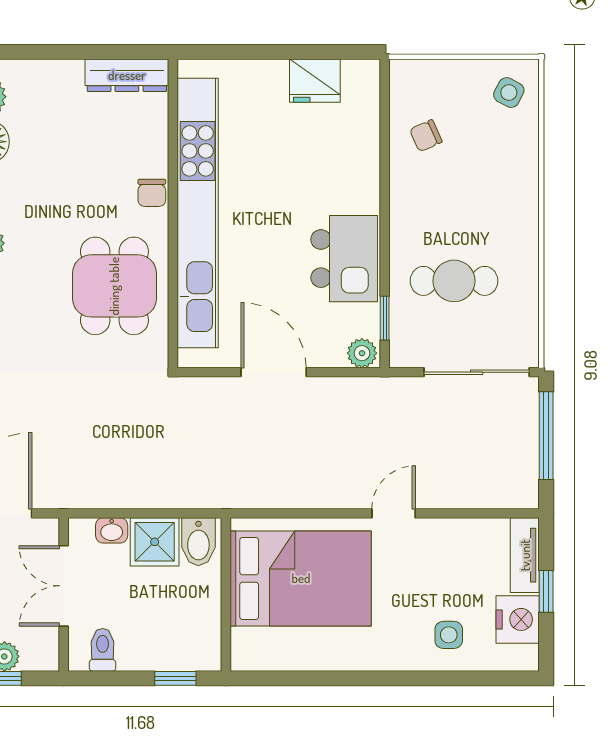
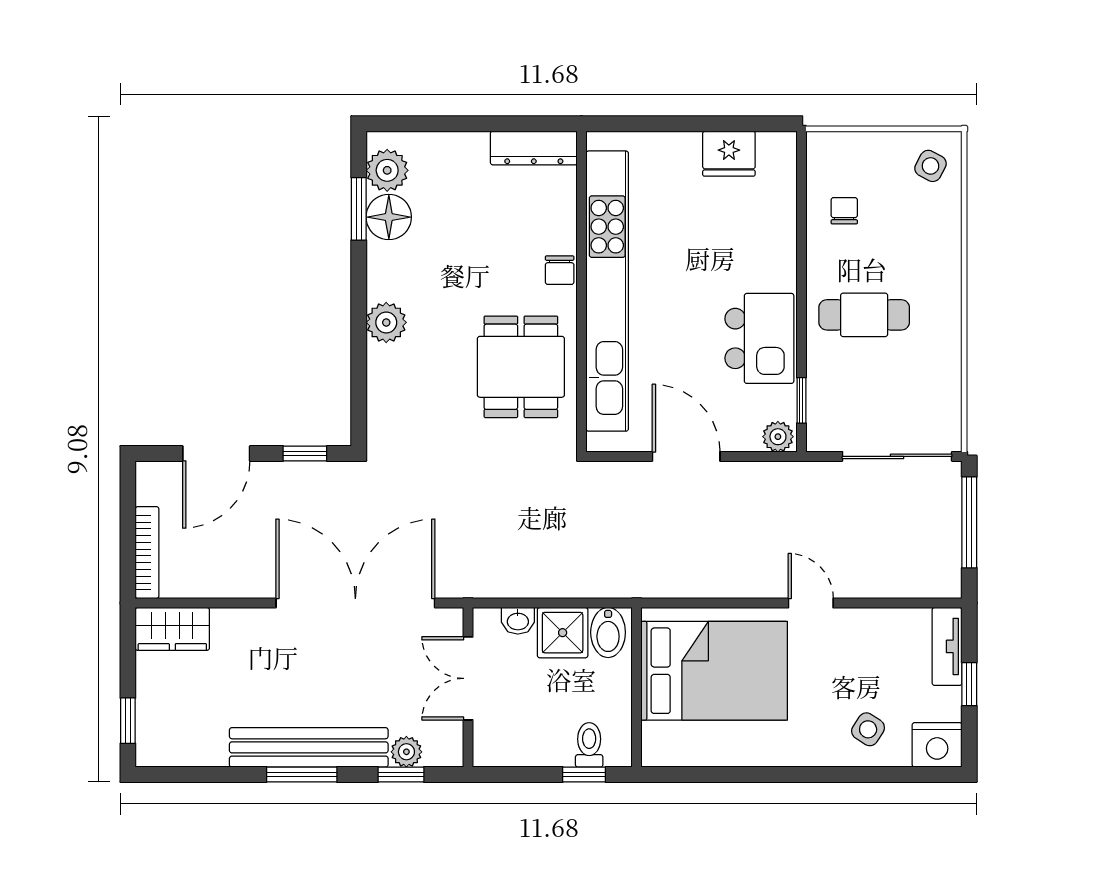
chair: (426, 136) -> (844, 211), turned 114
cafe table: (454, 281) -> (864, 315), moved
door: (394, 513) -> (811, 603), hinge flipped
nightstand: (518, 619) -> (937, 745), moved, turned 90
side table: (449, 635) -> (868, 729), turned 33
toilet: (103, 650) -> (589, 745), moved

